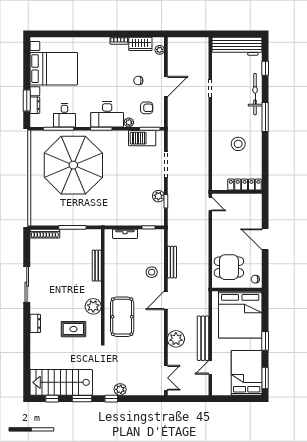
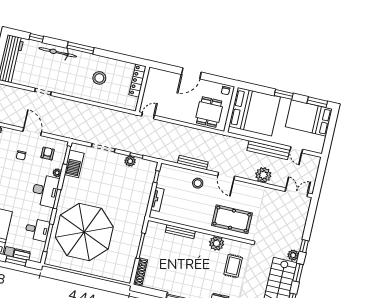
plant: (120, 389) -> (293, 255), moved

